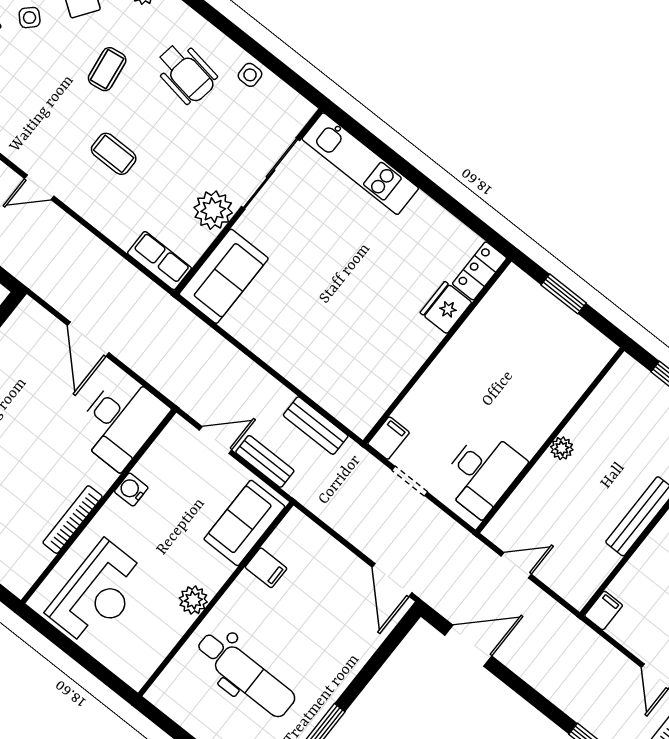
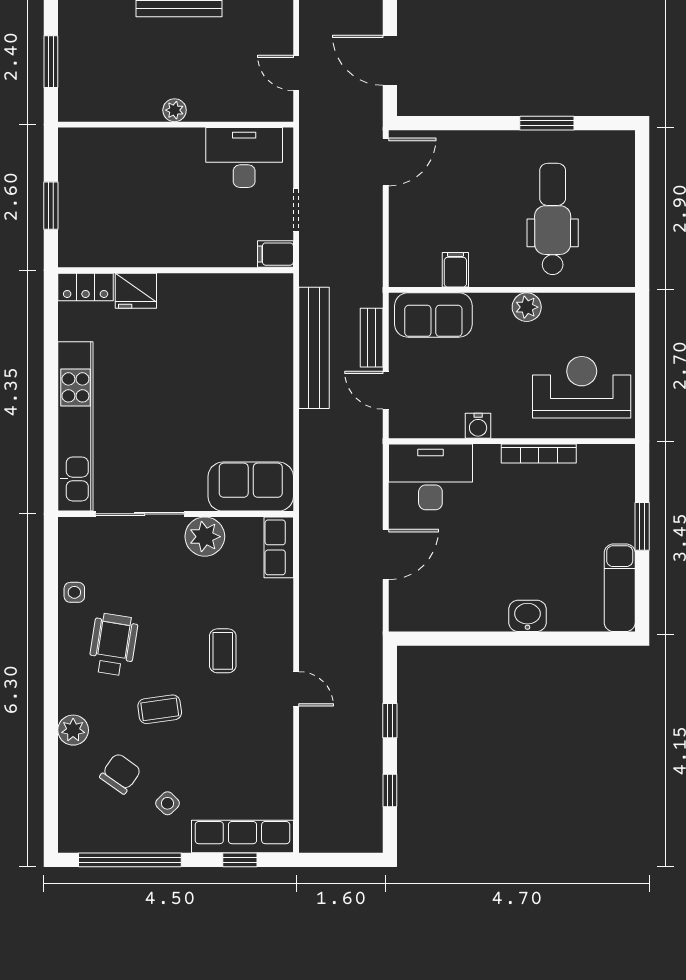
kitchen unit: (360, 164) -> (75, 426), width x1.36
bench: (316, 426) -> (314, 348), width x1.86, depth x1.21

